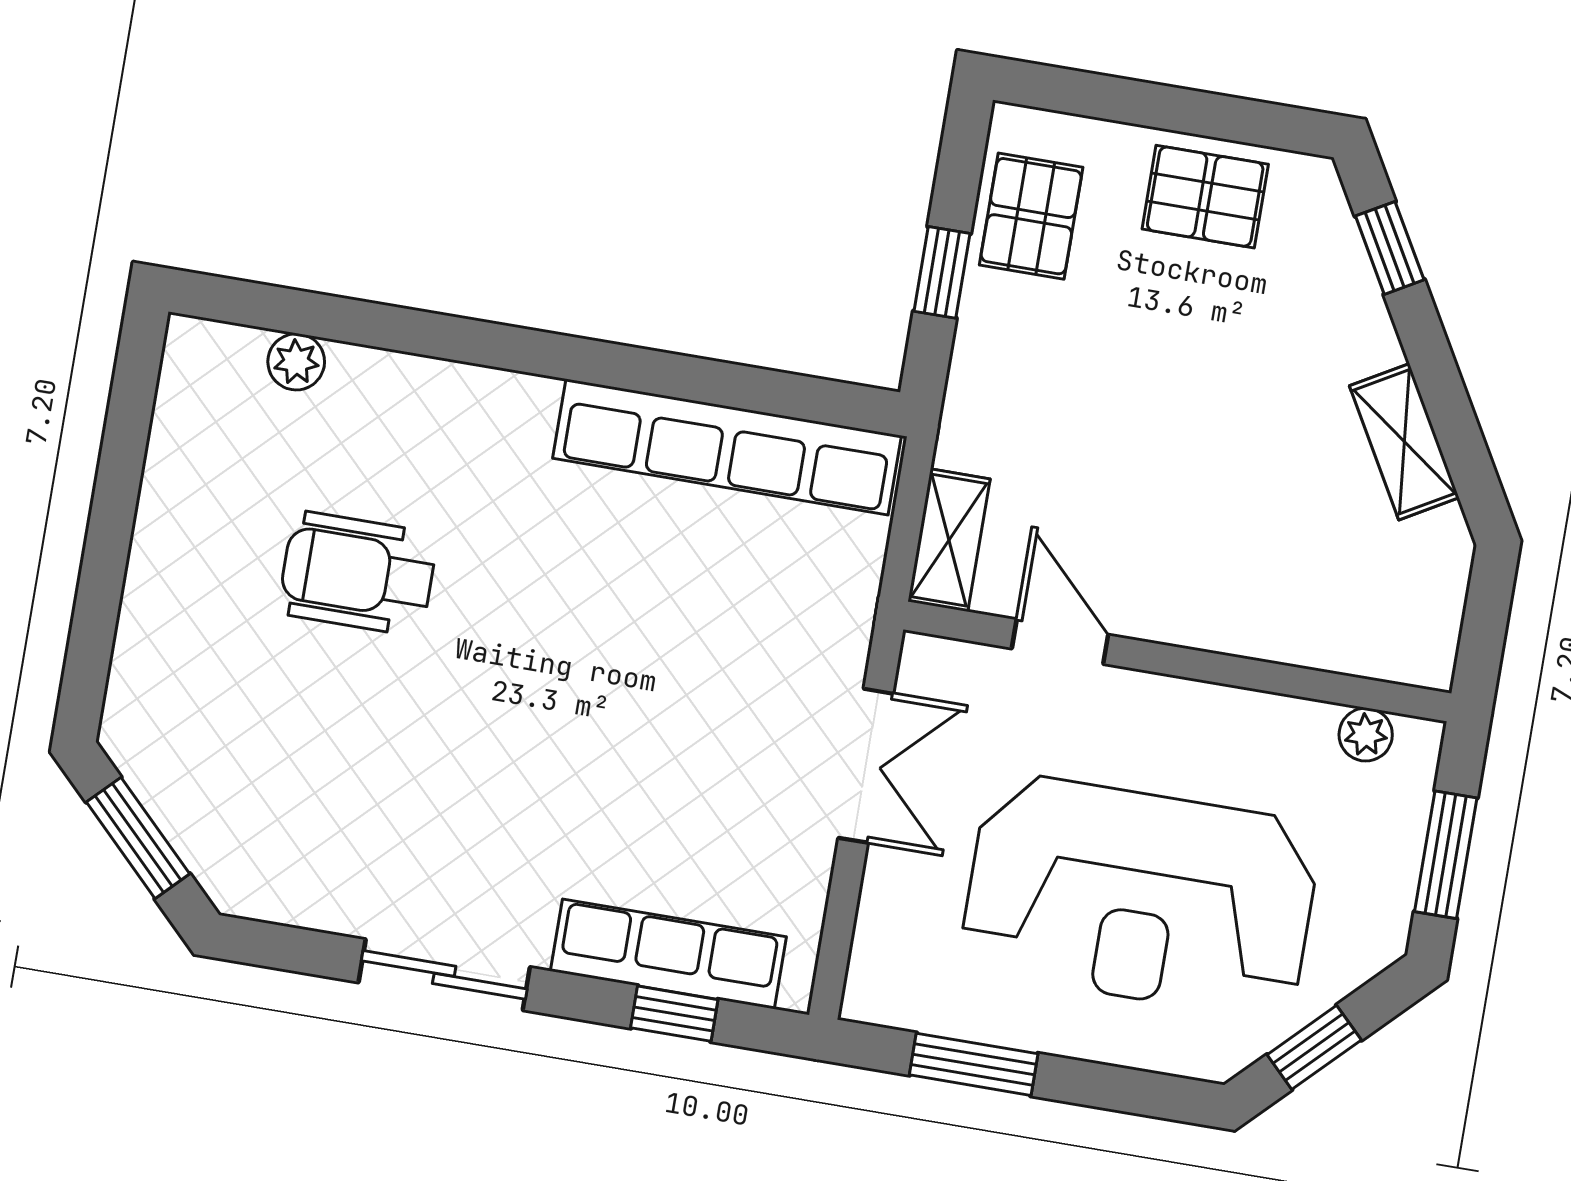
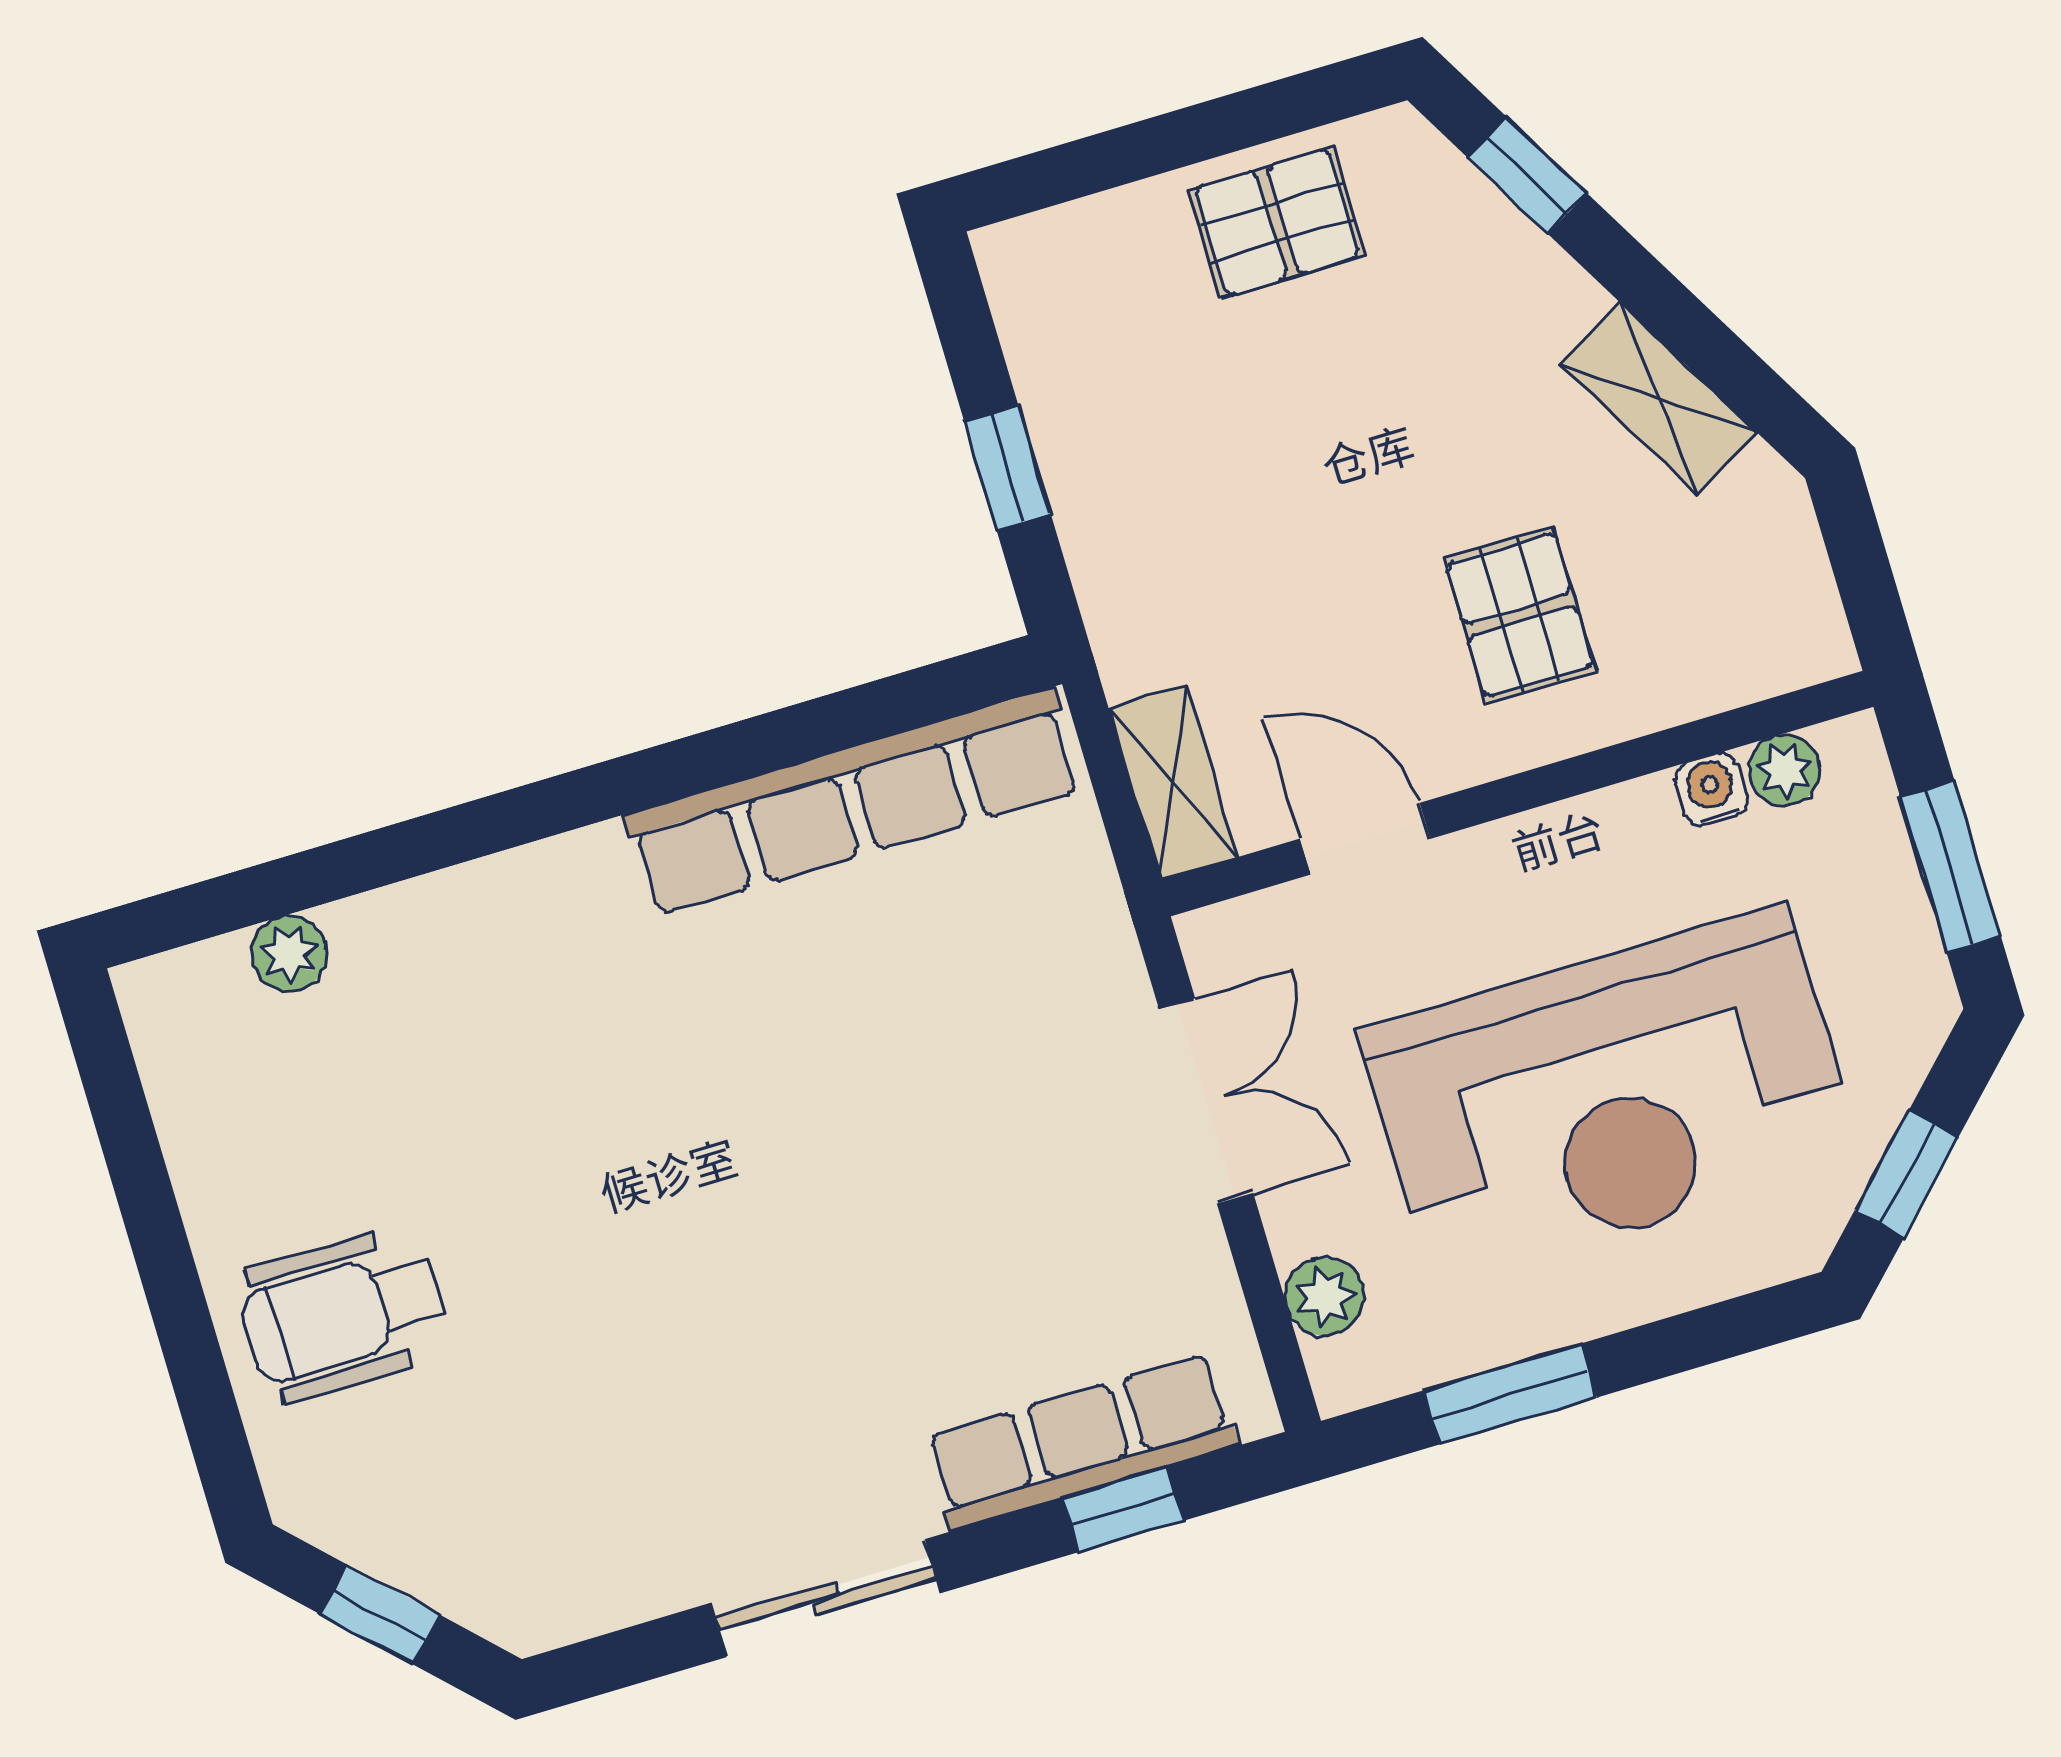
pallet: (1031, 216) -> (1520, 615), moved
wheelchair: (358, 573) -> (344, 1314), moved
water cooler: (1310, 723) -> (1711, 789), added
window: (138, 838) -> (380, 1614), width x0.67
plant: (881, 937) -> (1325, 1297), added

